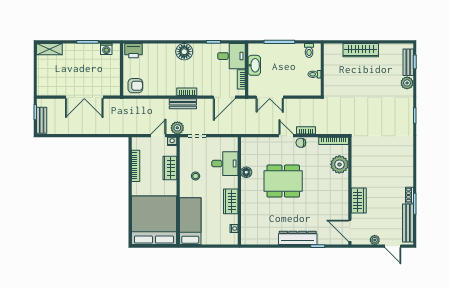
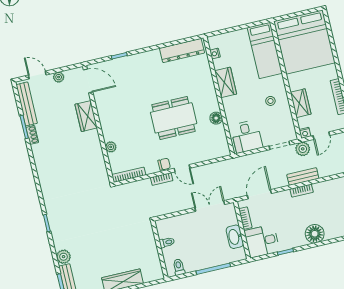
desk: (225, 164) -> (247, 136), moved, turned -90
plant: (339, 164) -> (111, 147), width x0.53, depth x0.53
dresser: (298, 238) -> (182, 51), moved

